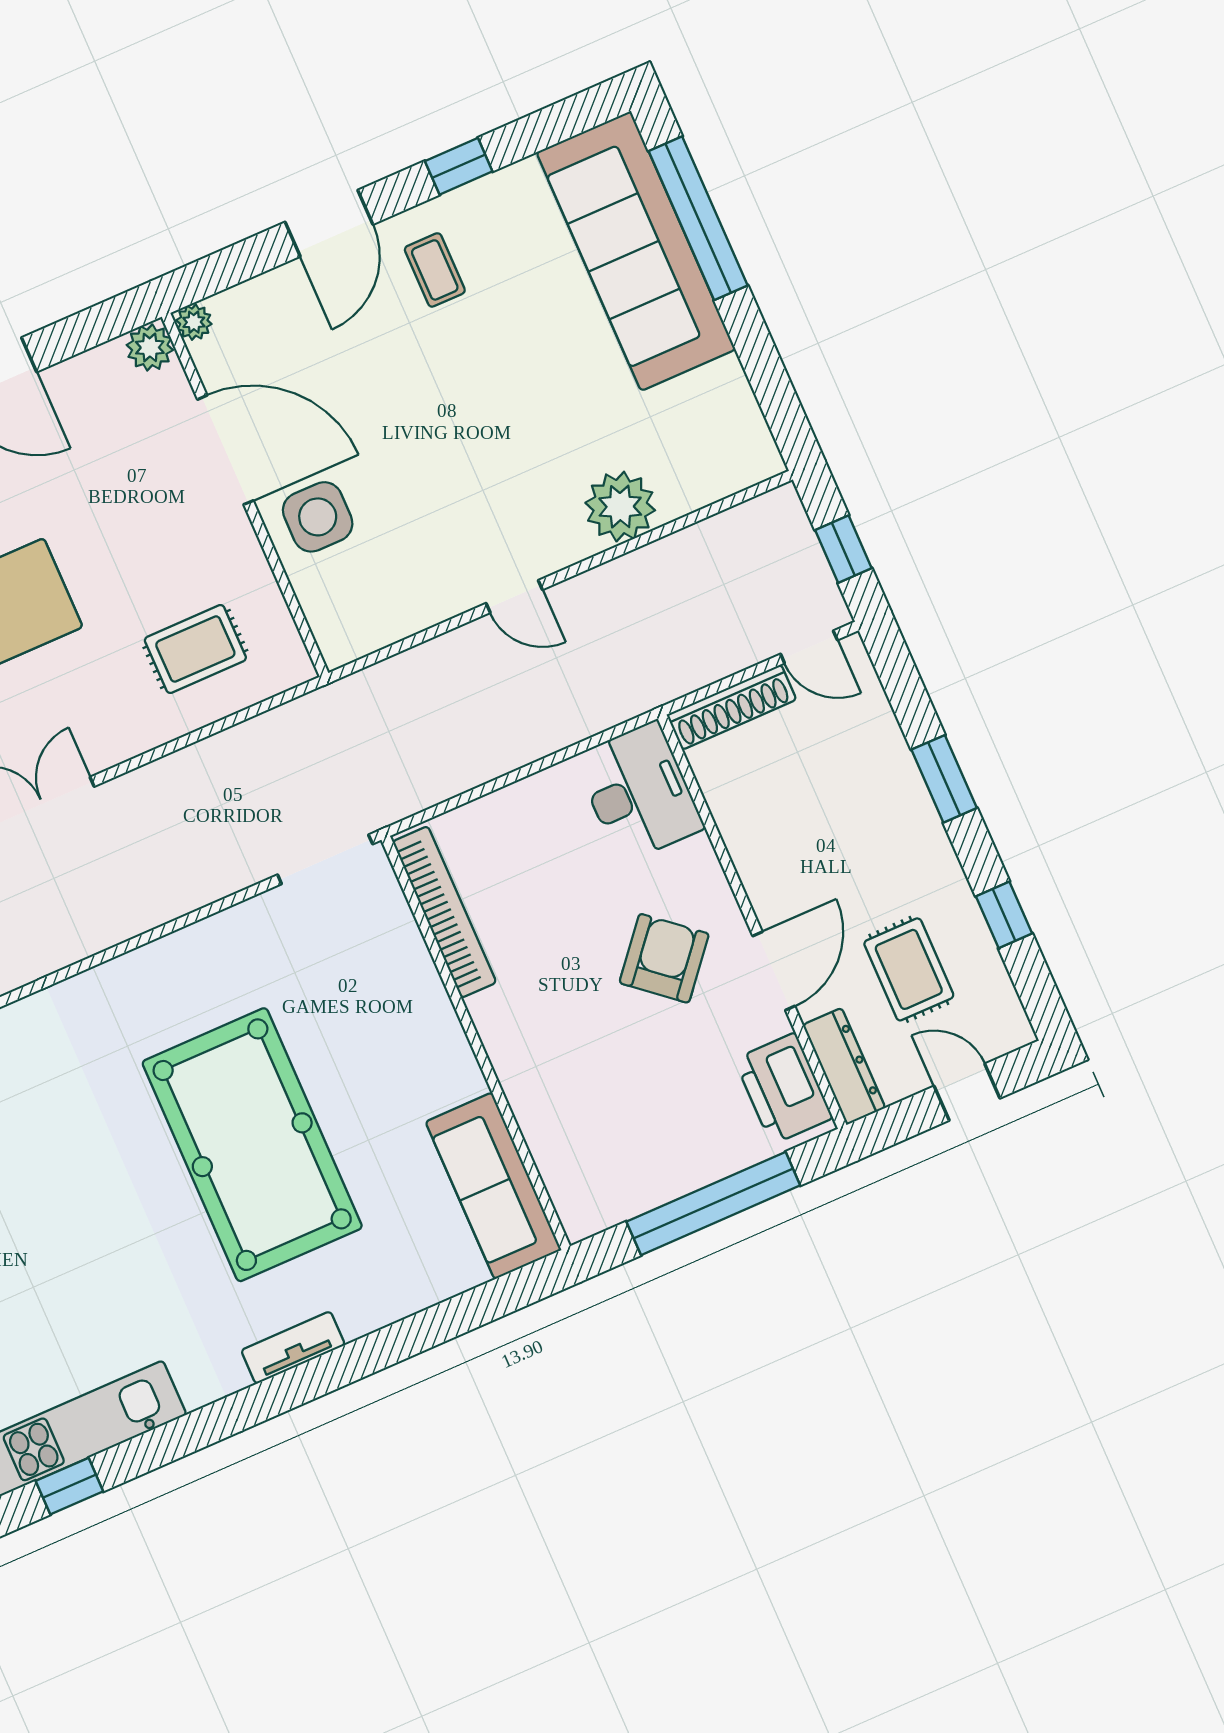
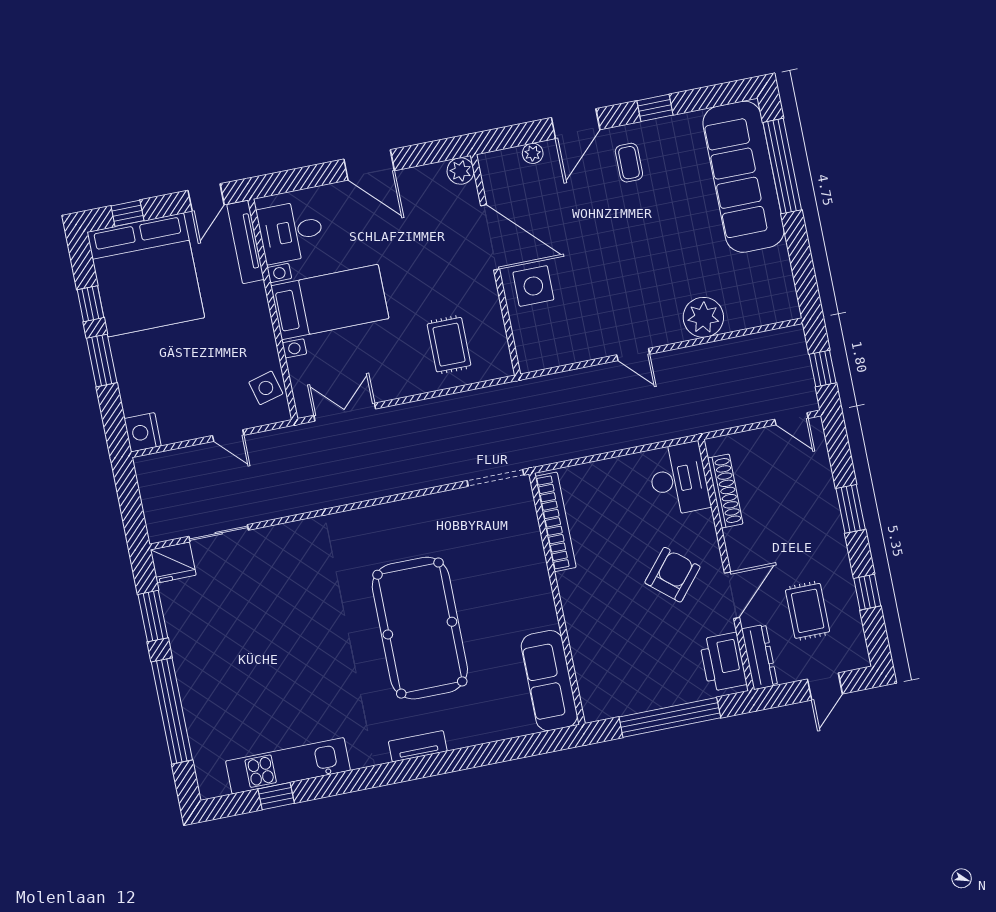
plant: (194, 322) -> (533, 153), moved
rug: (195, 649) -> (449, 345), turned 90
shoe rack: (731, 707) -> (725, 491), moved, turned -90
door: (967, 1092) -> (825, 686), swing flipped

